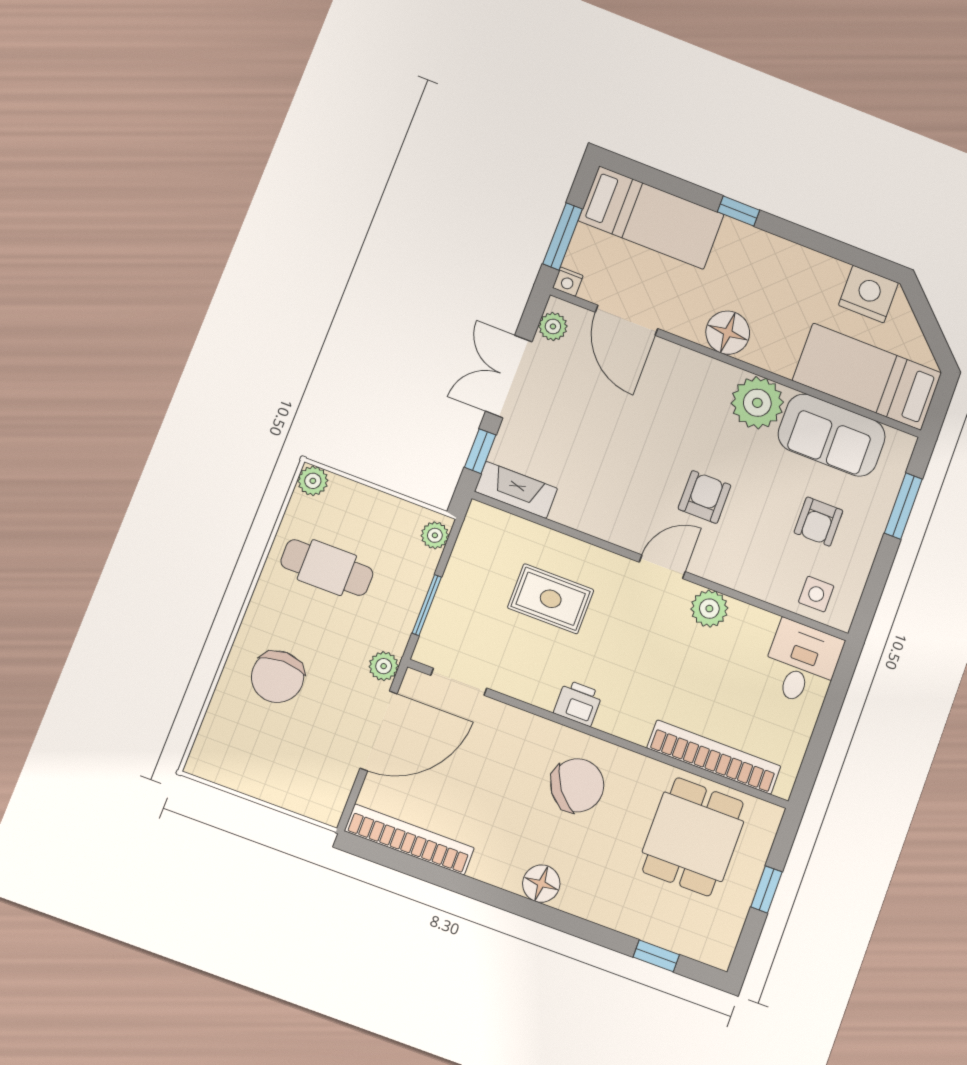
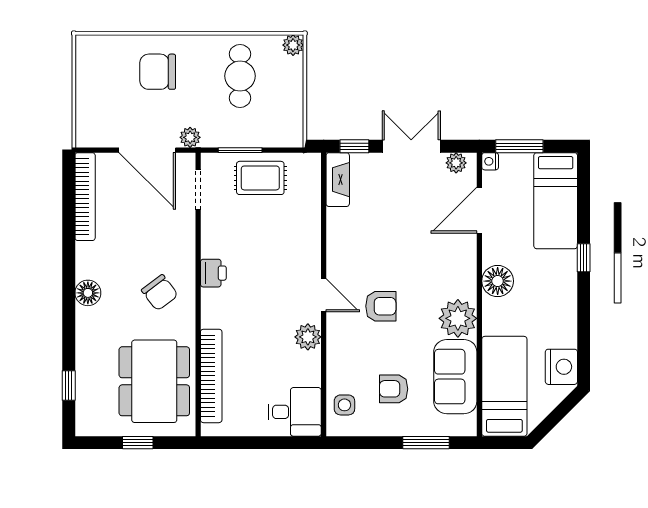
plant: (435, 535) -> (288, 138), removed
rug: (551, 599) -> (260, 178), moved, turned 90
chair: (577, 785) -> (160, 293), width x0.73, depth x0.73
dining table: (693, 837) -> (154, 381), width x1.38

